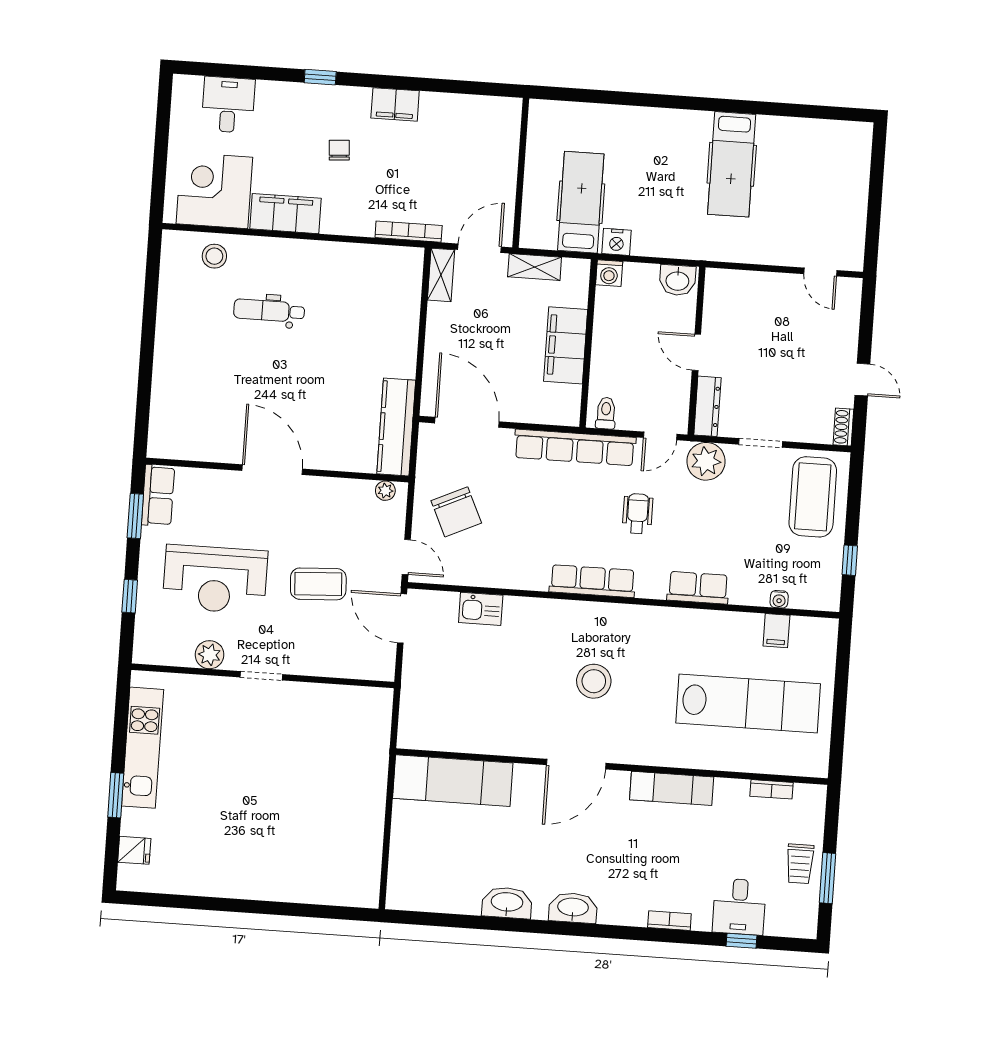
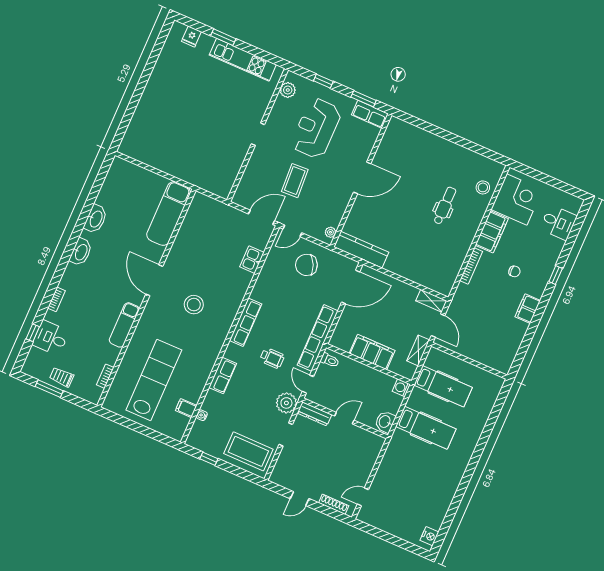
hospital bed: (732, 164) -> (426, 428), moved, turned 180
bookcase: (409, 232) -> (471, 266), moved
nightstand: (617, 242) -> (429, 536), moved, turned 180
shoe rack: (843, 427) -> (334, 504), moved, width x1.43
plant: (210, 655) -> (288, 90), moved
lab bench: (748, 703) -> (154, 380), turned 180

